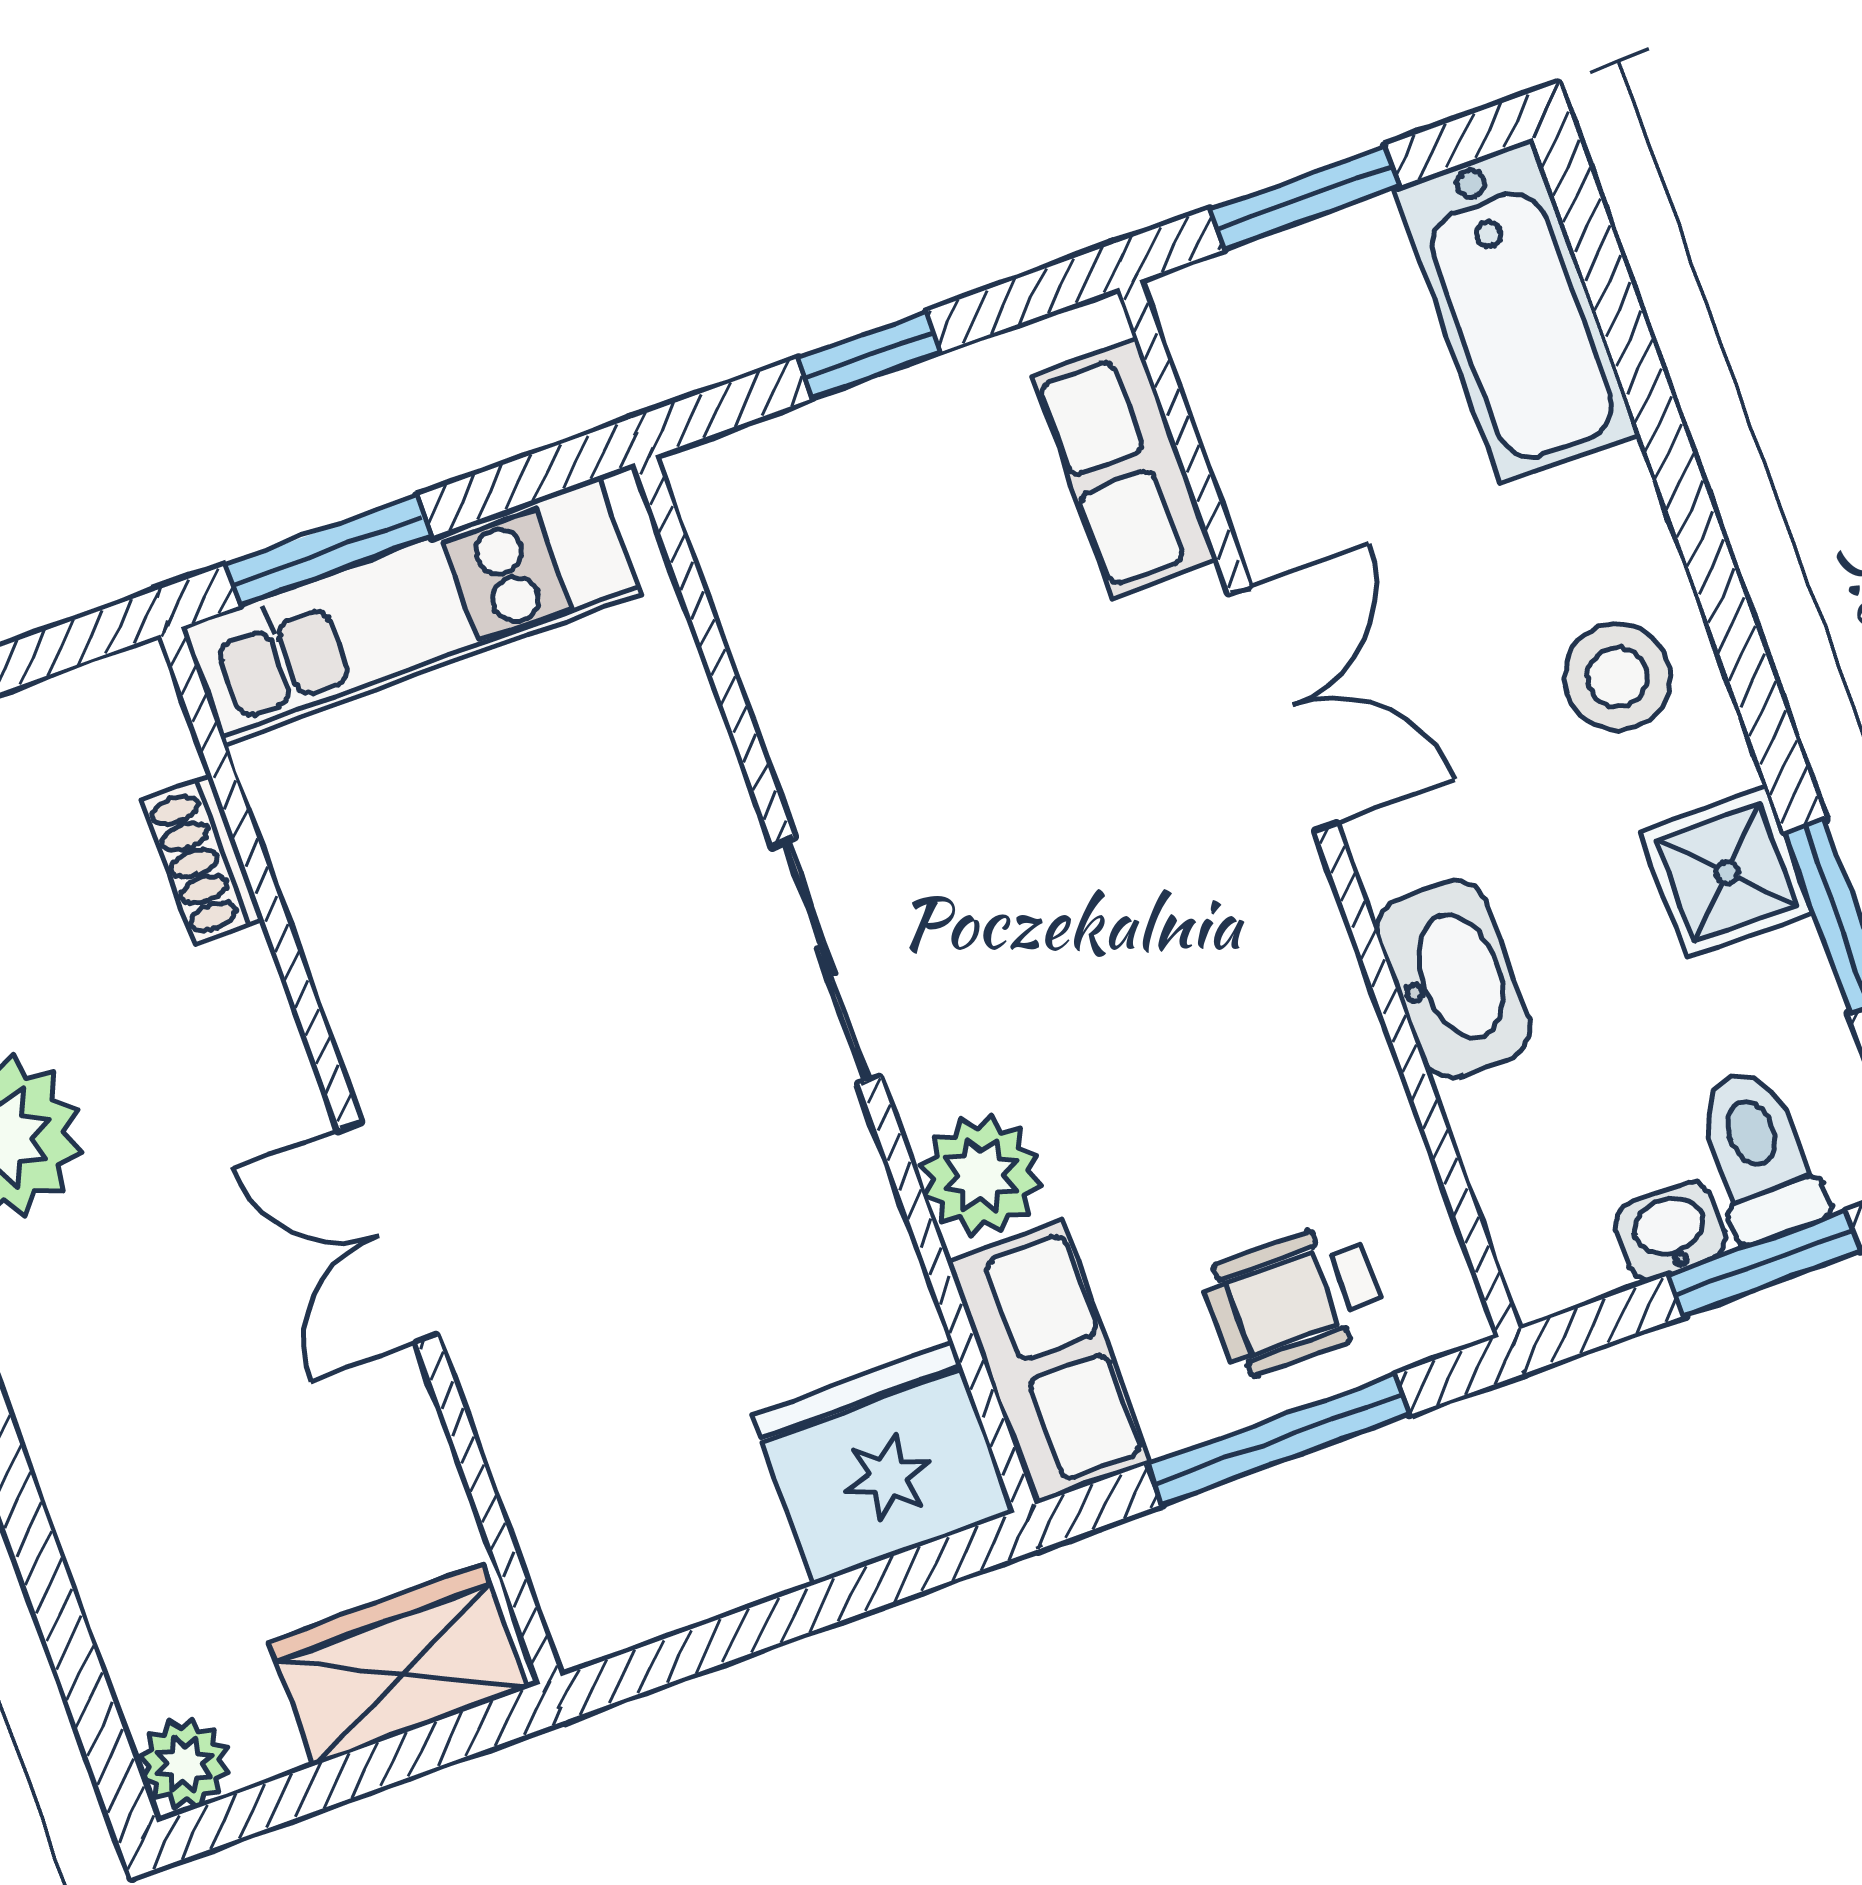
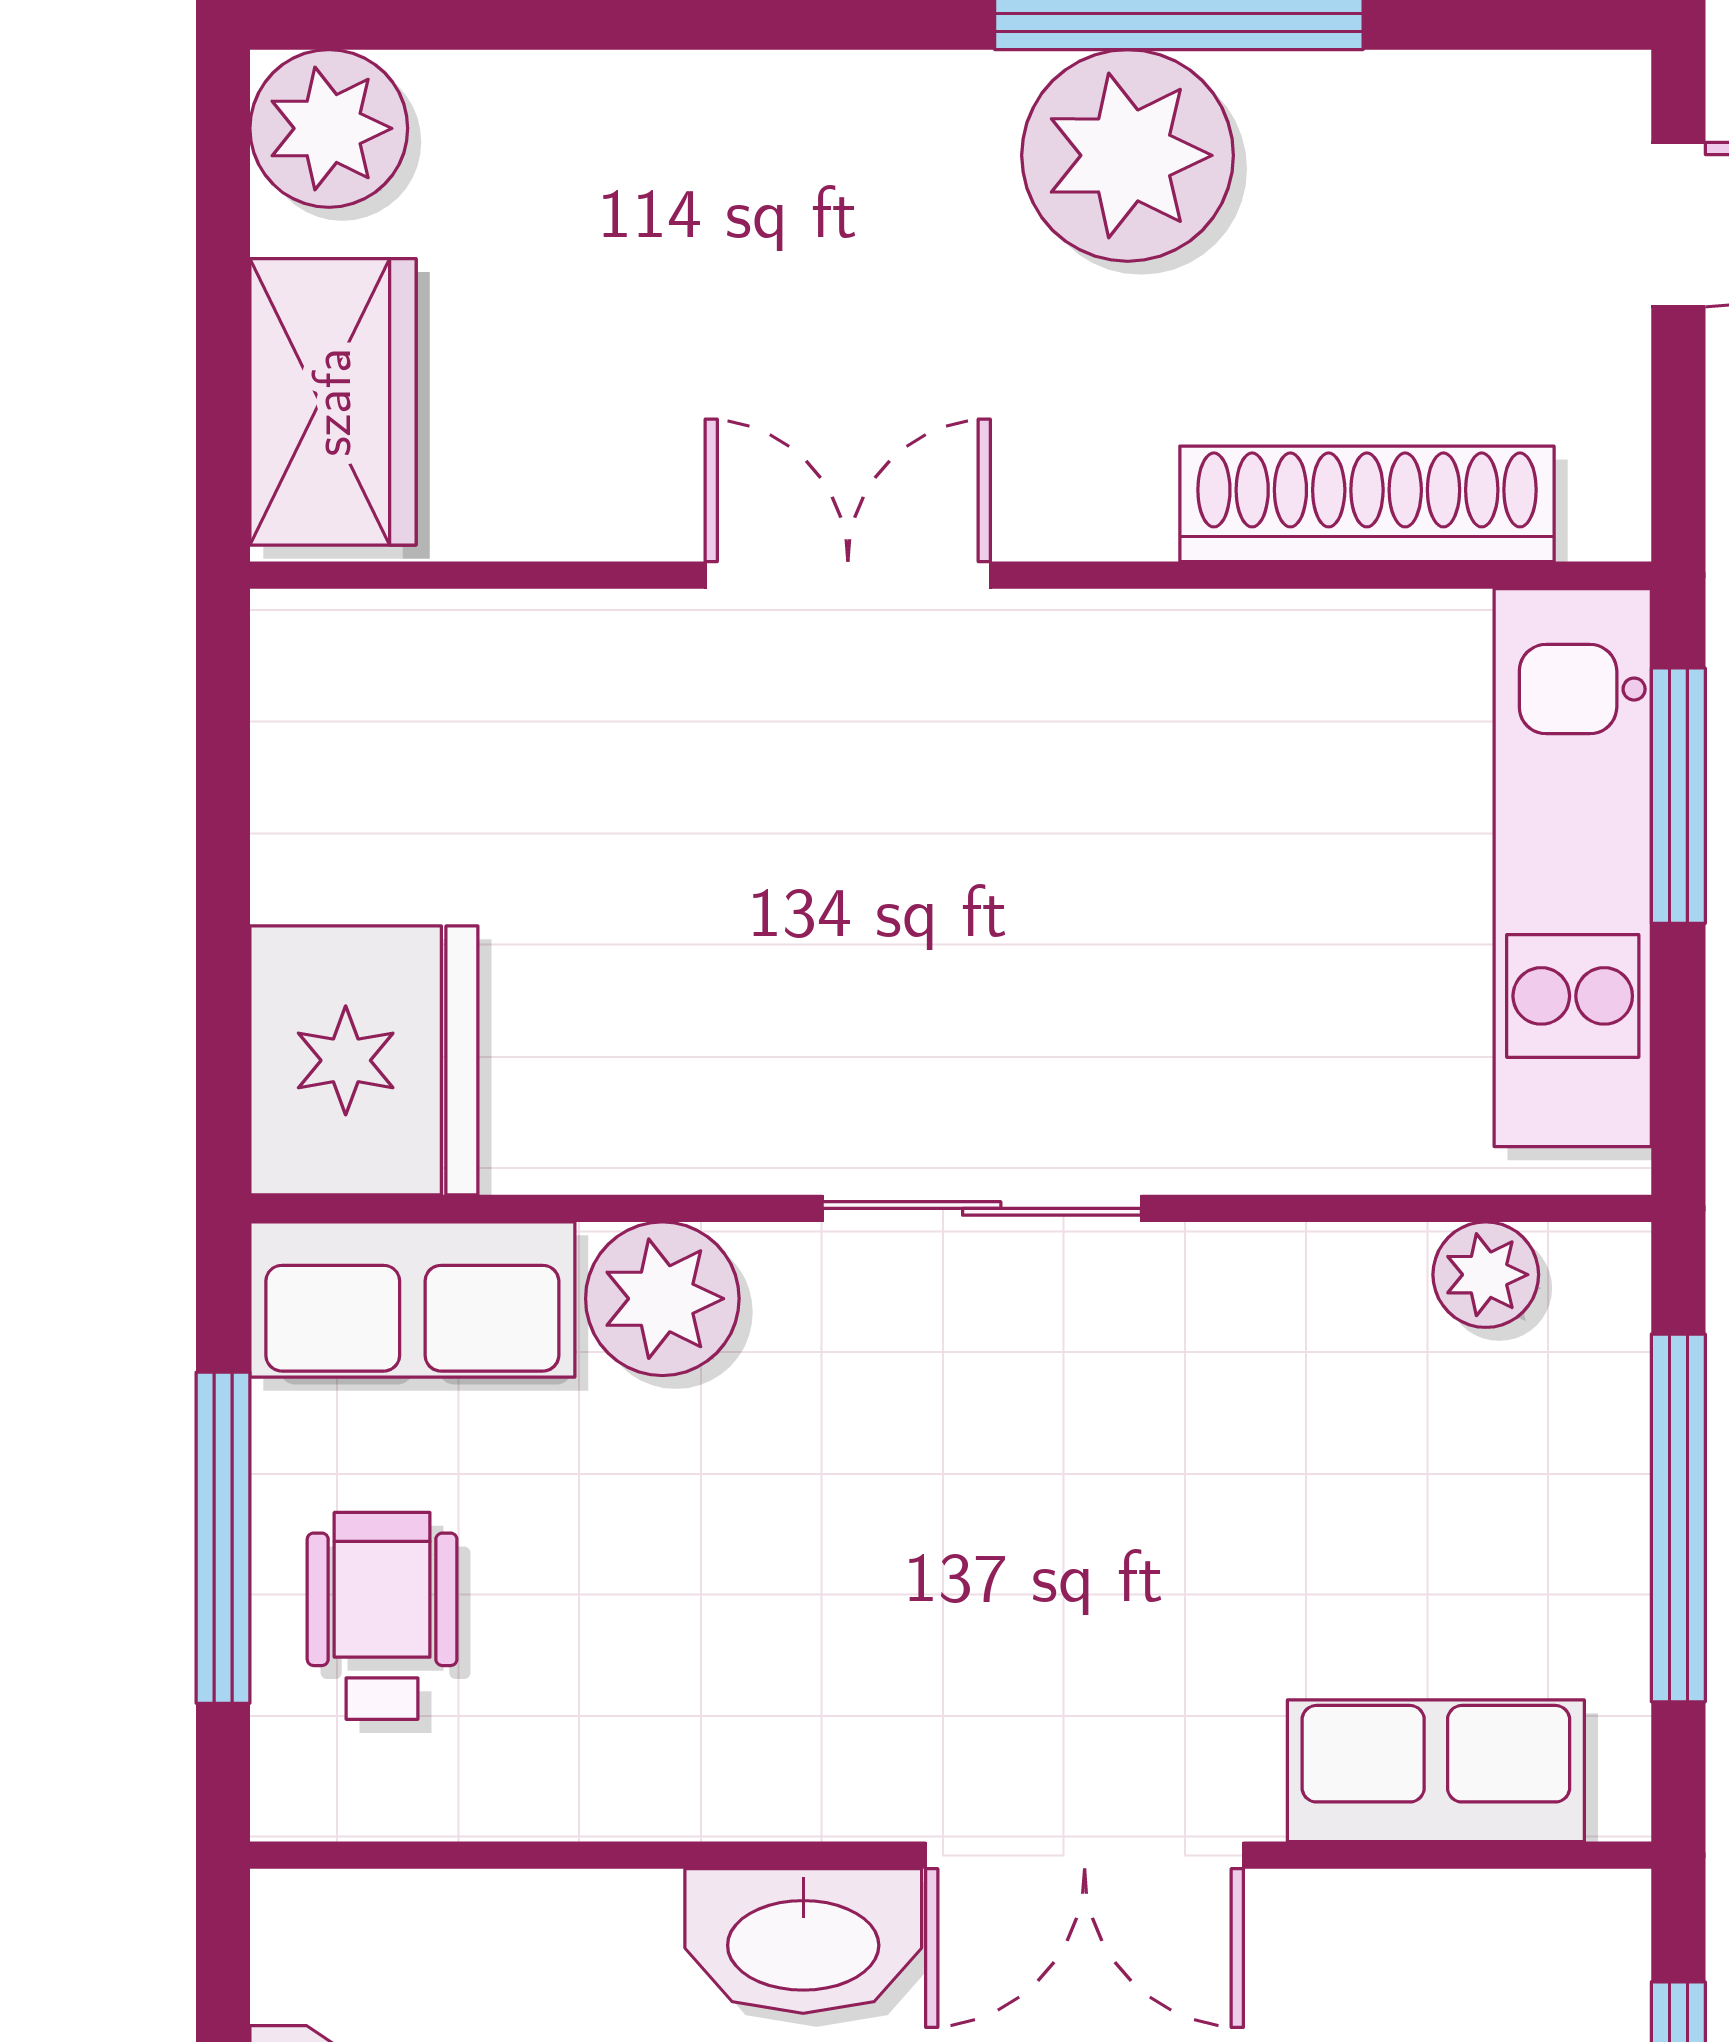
window: (869, 355) -> (1678, 1518), width x2.17
plant: (739, 565) -> (1486, 1275), added
shoe rack: (203, 860) -> (1367, 504), width x1.94, depth x1.24
washbasin: (1454, 979) -> (803, 1941), moved
plant: (184, 1764) -> (329, 128), width x1.38, depth x1.38

